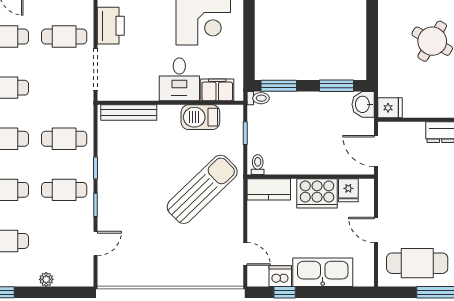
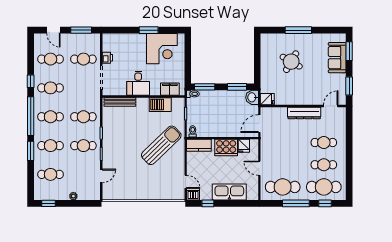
printer: (111, 26) -> (107, 58), width x0.53, depth x0.68
desk: (179, 79) -> (138, 83), moved
door: (376, 151) -> (259, 124), hinge flipped
dishwasher: (280, 276) -> (193, 194), moved

